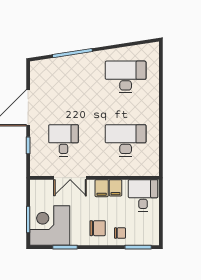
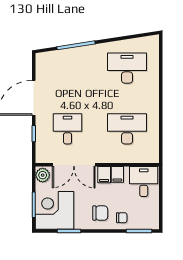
double door: (70, 178) -> (74, 165), width x1.37
plant: (37, 189) -> (43, 175), added

